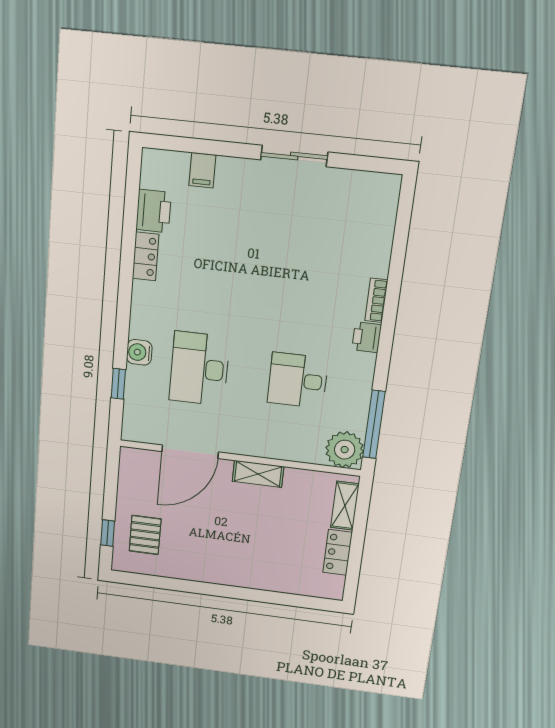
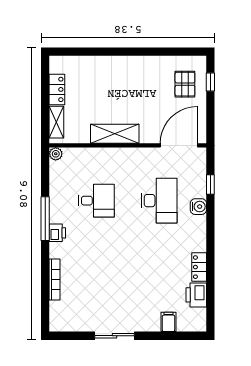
bookcase: (376, 300) -> (55, 279), moved, width x1.56
window: (374, 424) -> (45, 219), moved
plant: (345, 450) -> (56, 154), width x0.53, depth x0.53
door: (190, 452) -> (179, 145), moved
shelving: (258, 474) -> (115, 134), width x1.50, depth x1.33

